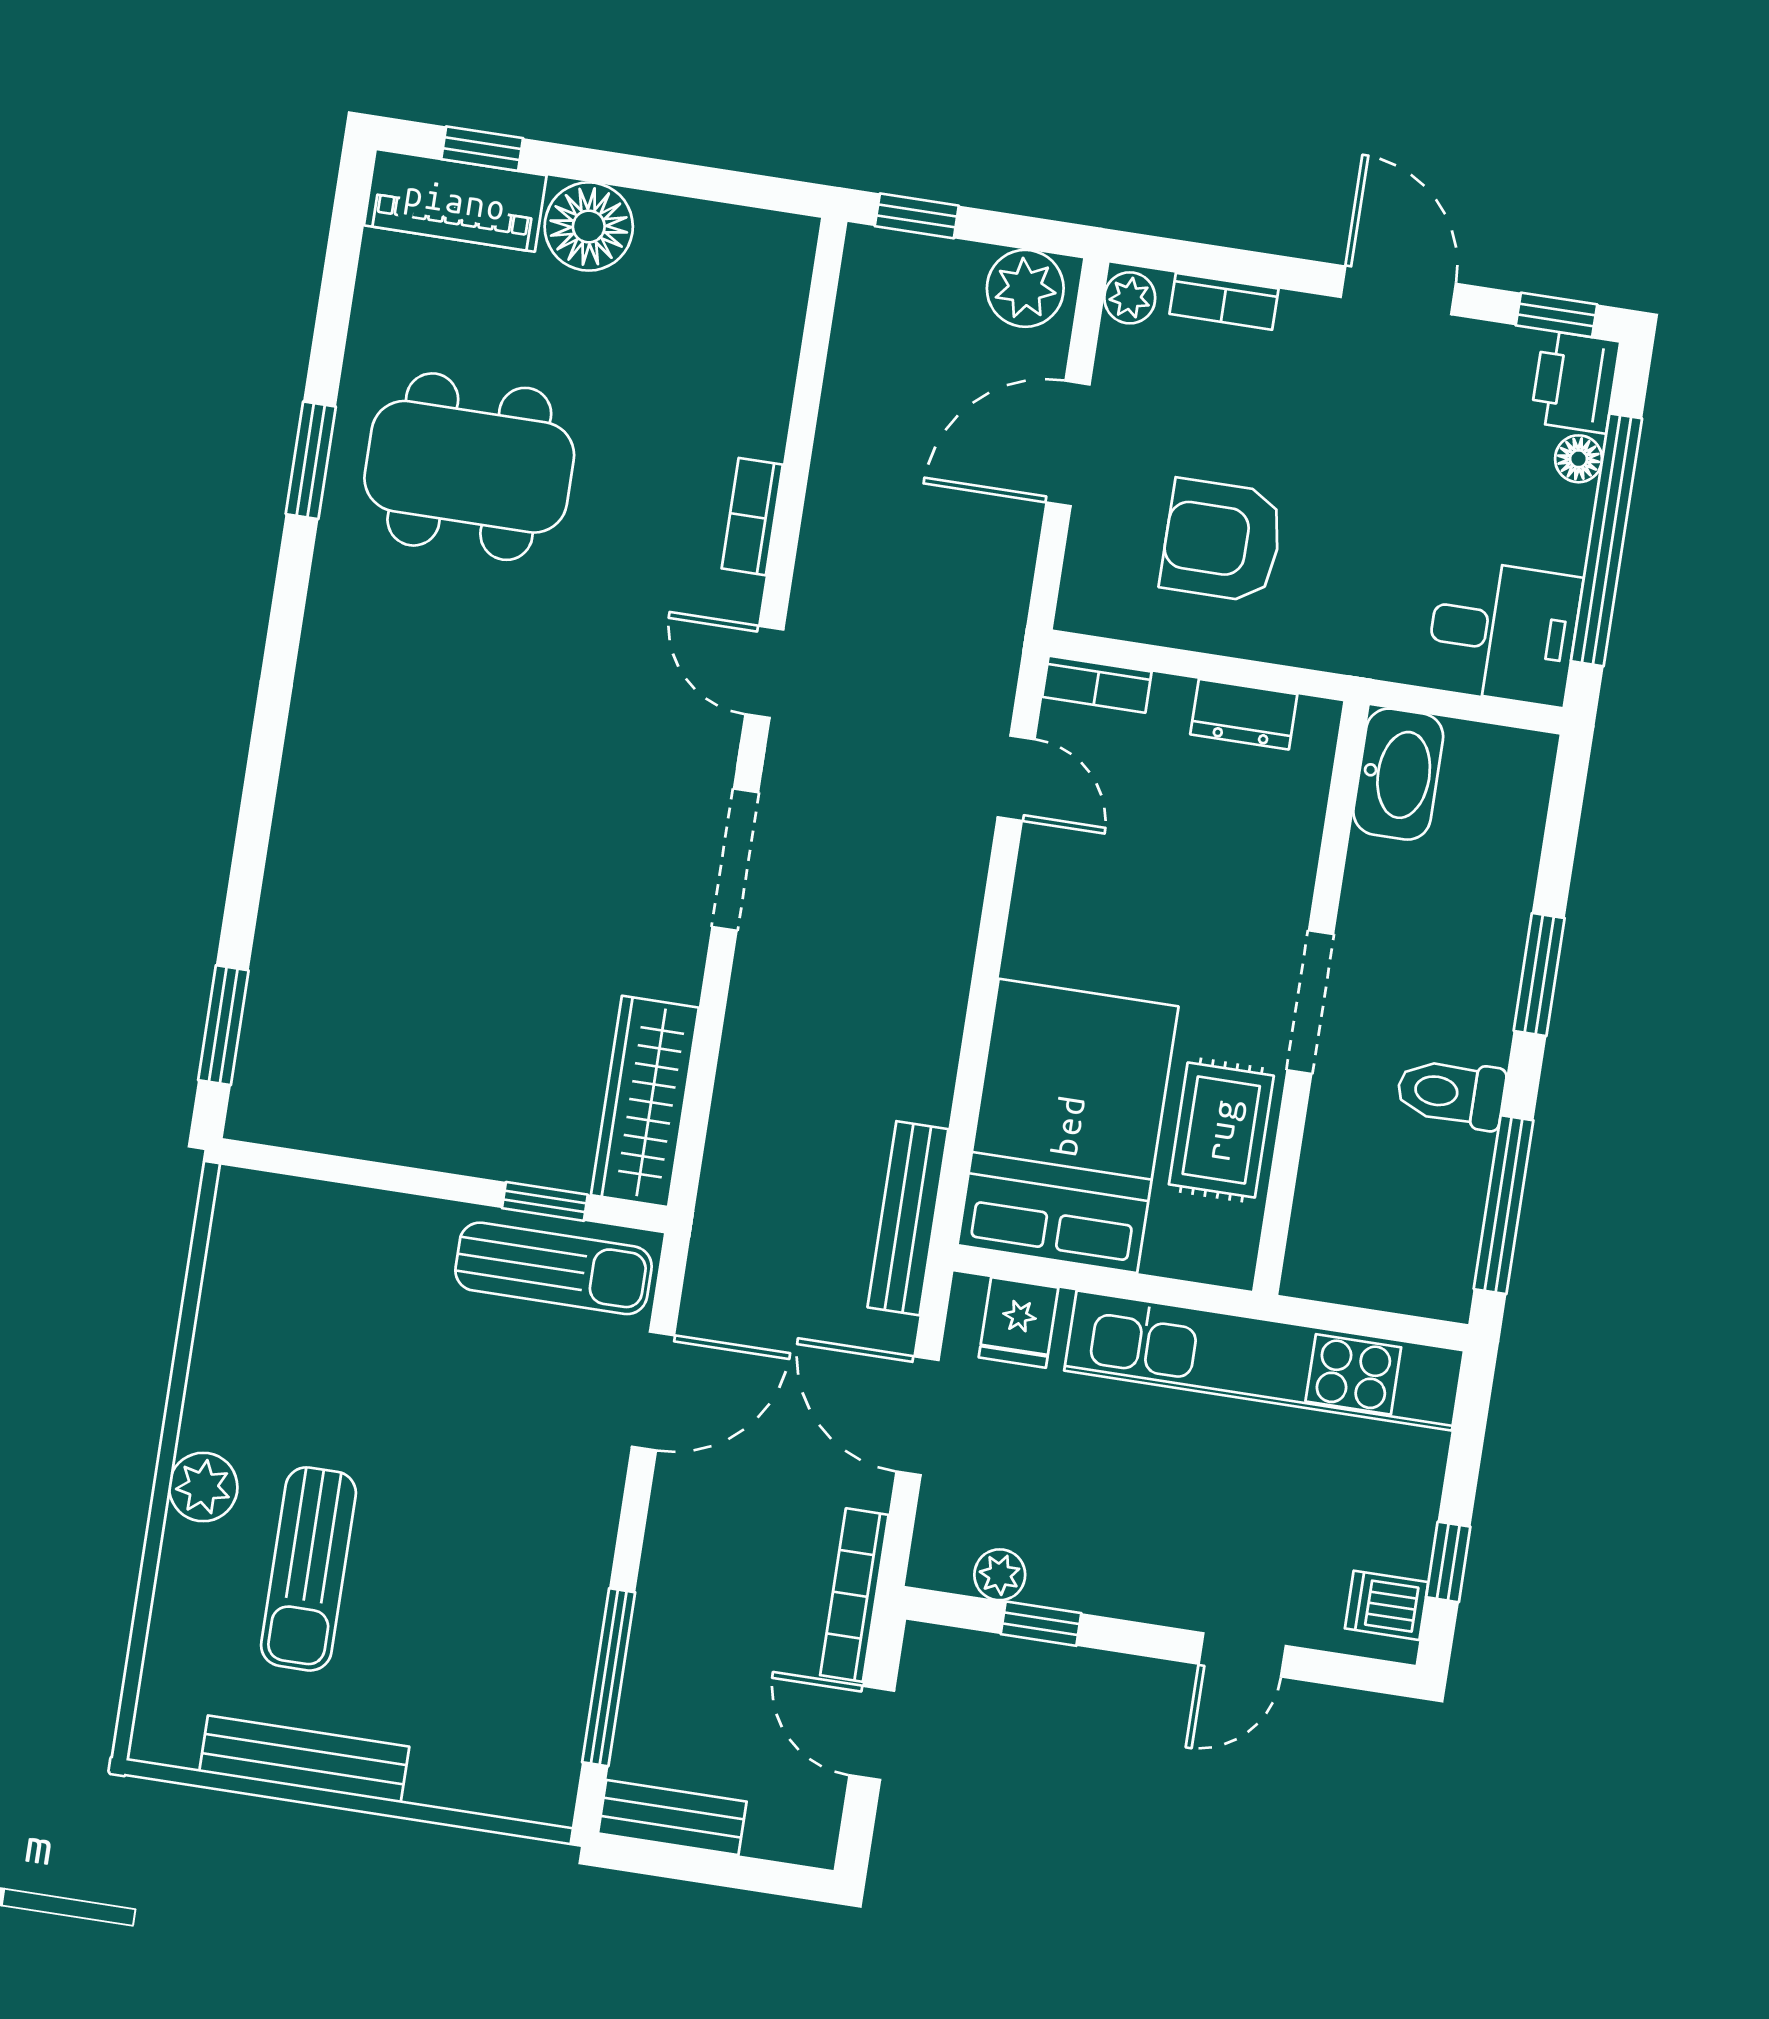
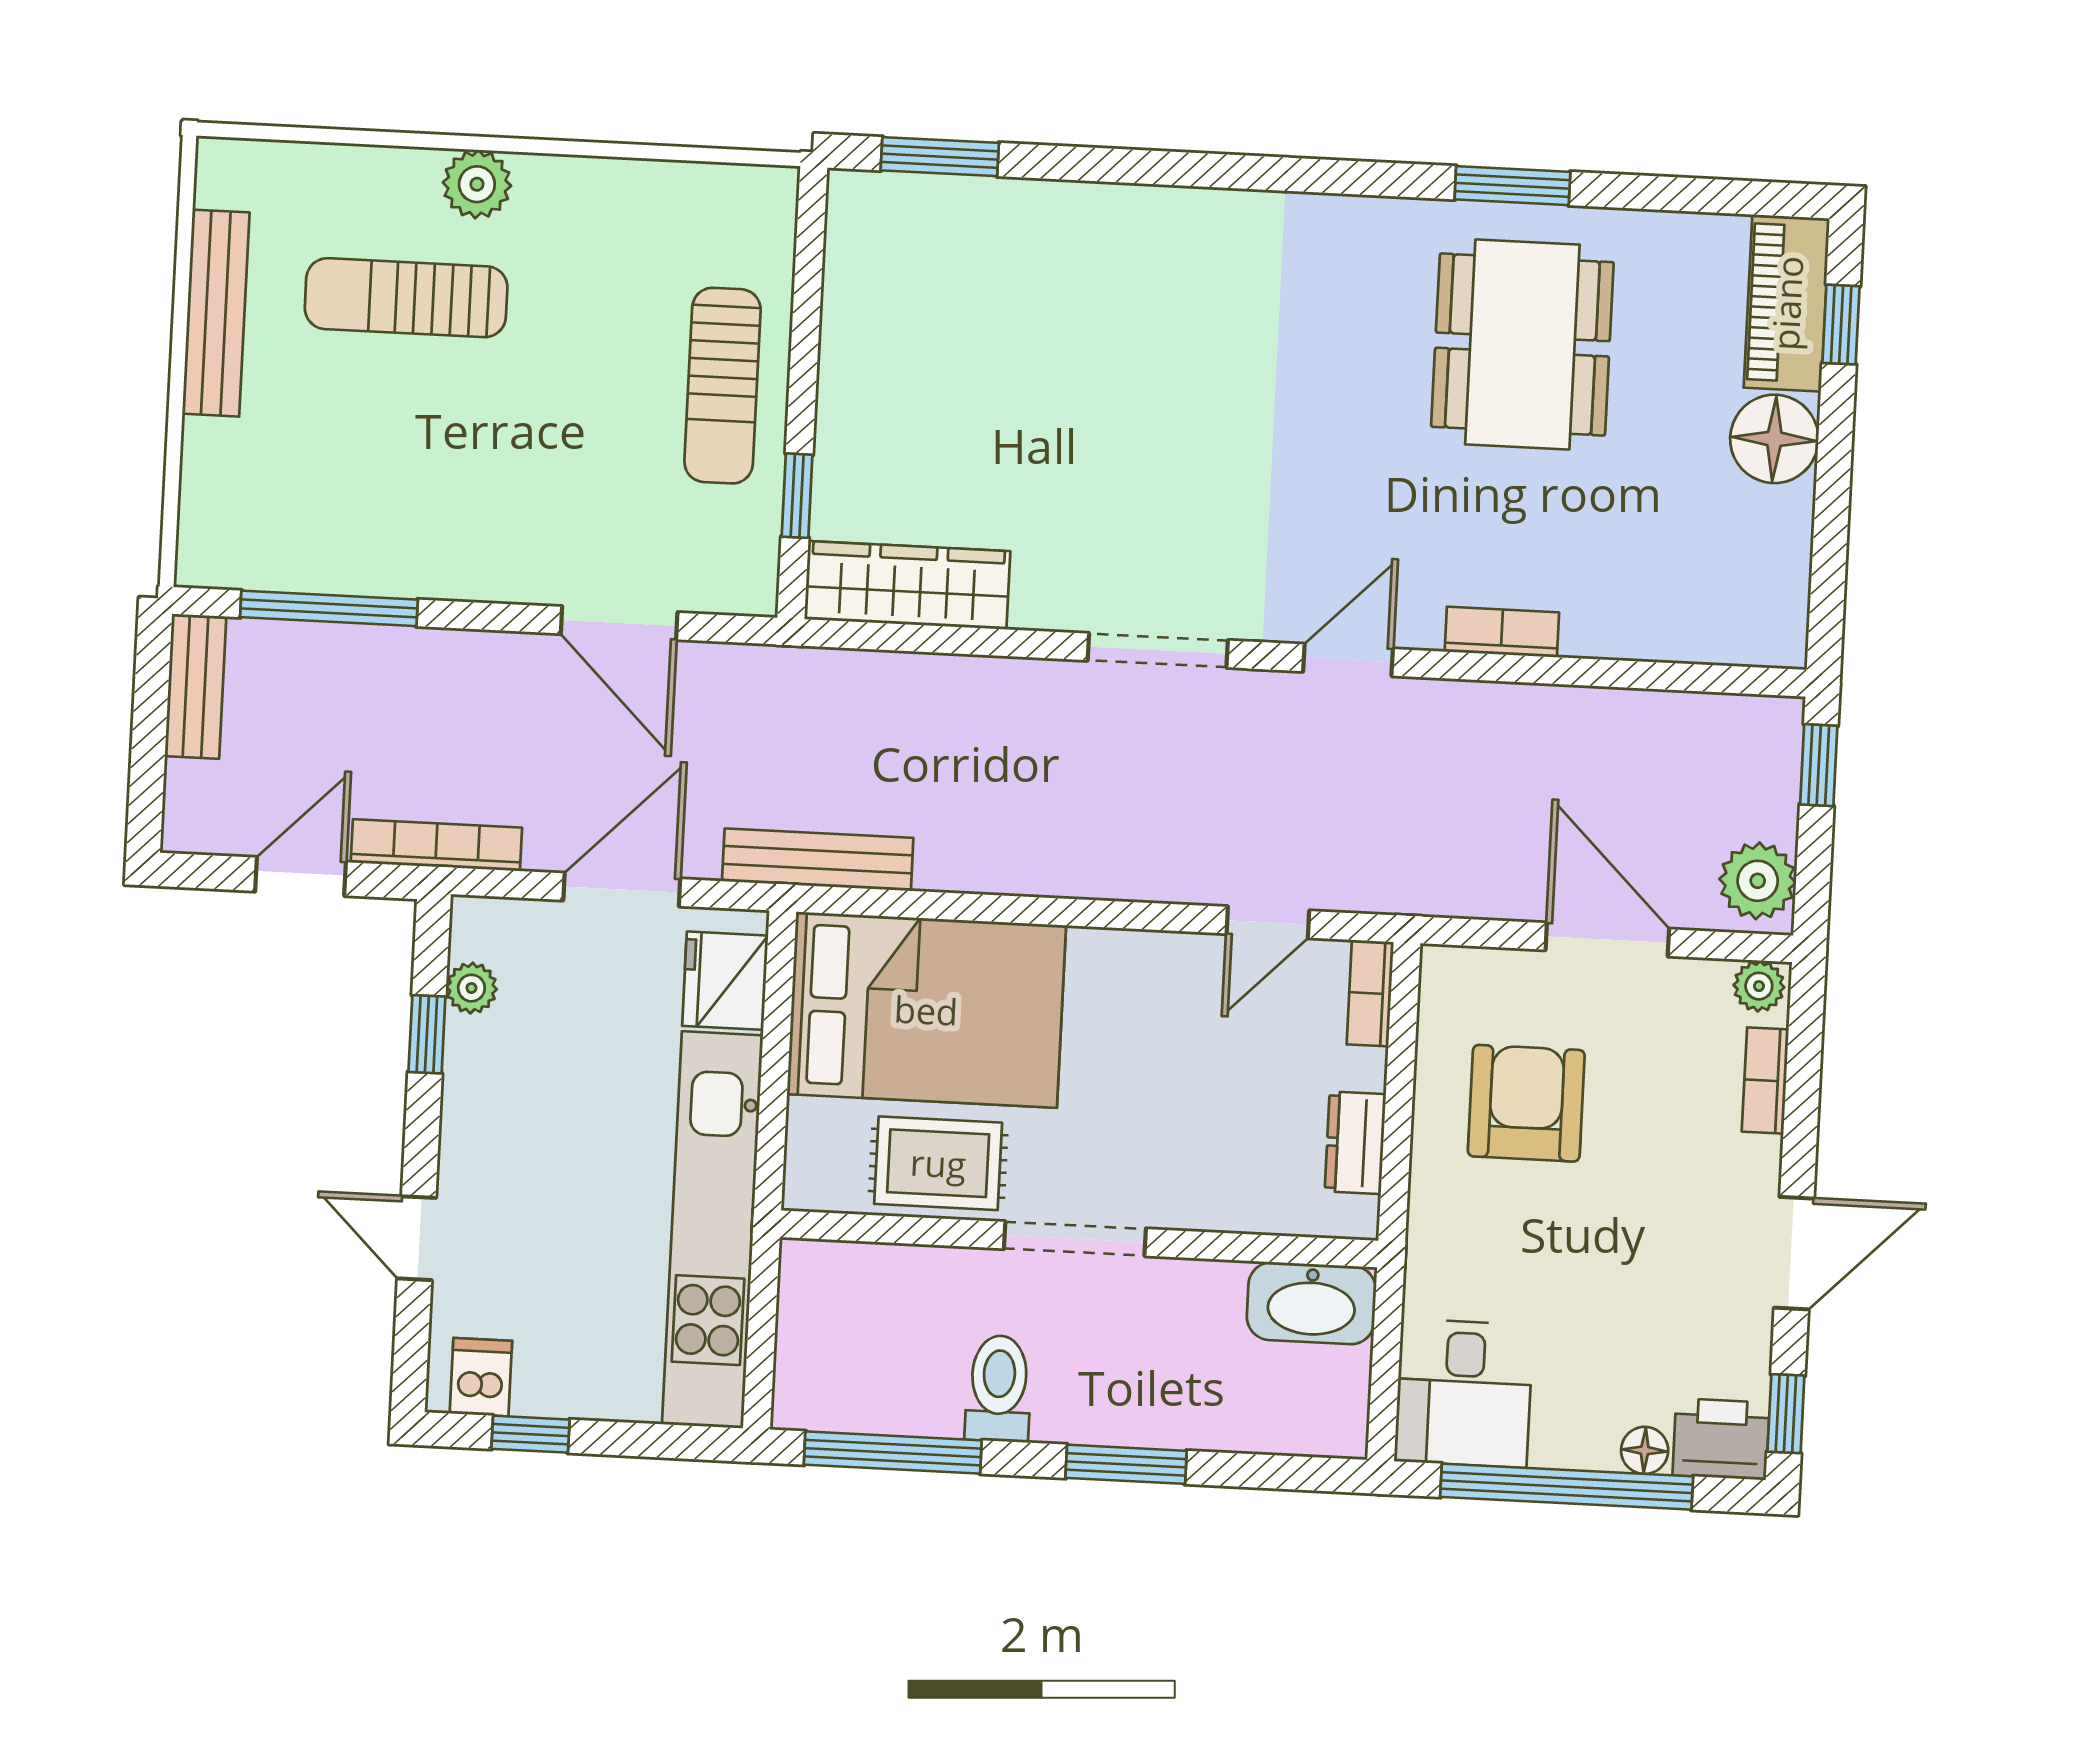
sun lounger: (553, 1268) -> (723, 386), moved
fridge: (1019, 1323) -> (725, 981), width x1.38

